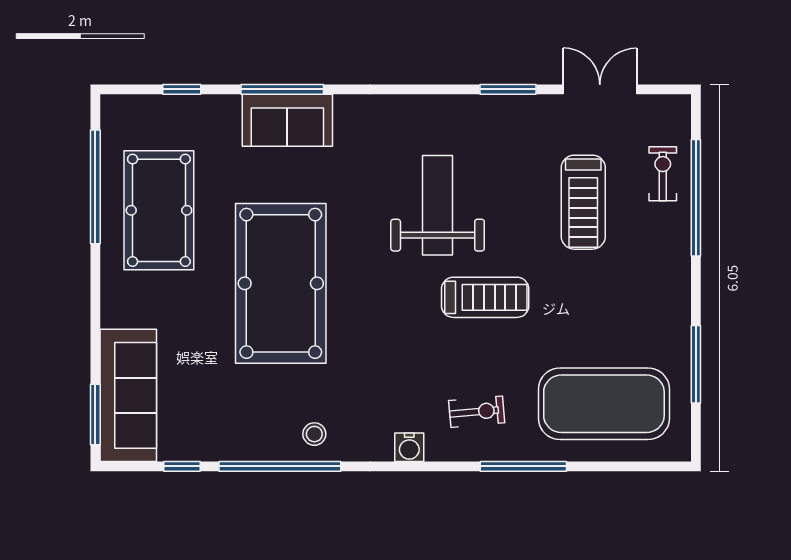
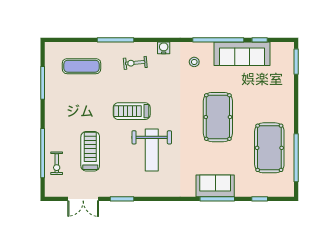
pool table: (281, 283) -> (218, 117), width x0.73, depth x0.76
sofa: (128, 395) -> (242, 54), moved, turned -90
exercise mat: (604, 404) -> (81, 66), width x0.50, depth x0.69
stool: (314, 434) -> (194, 62), moved

